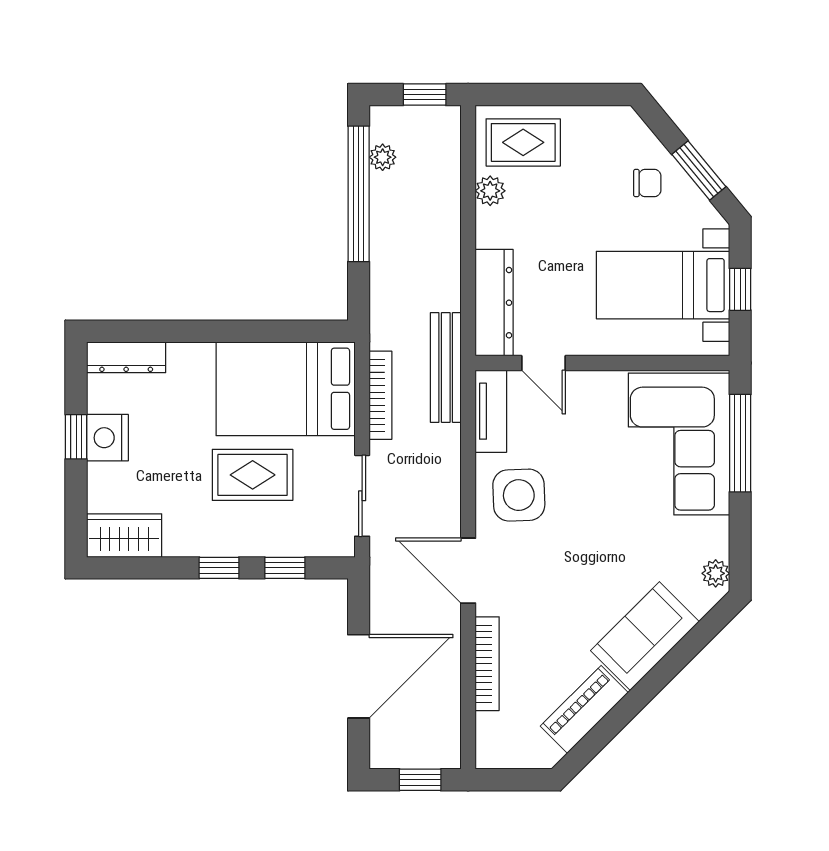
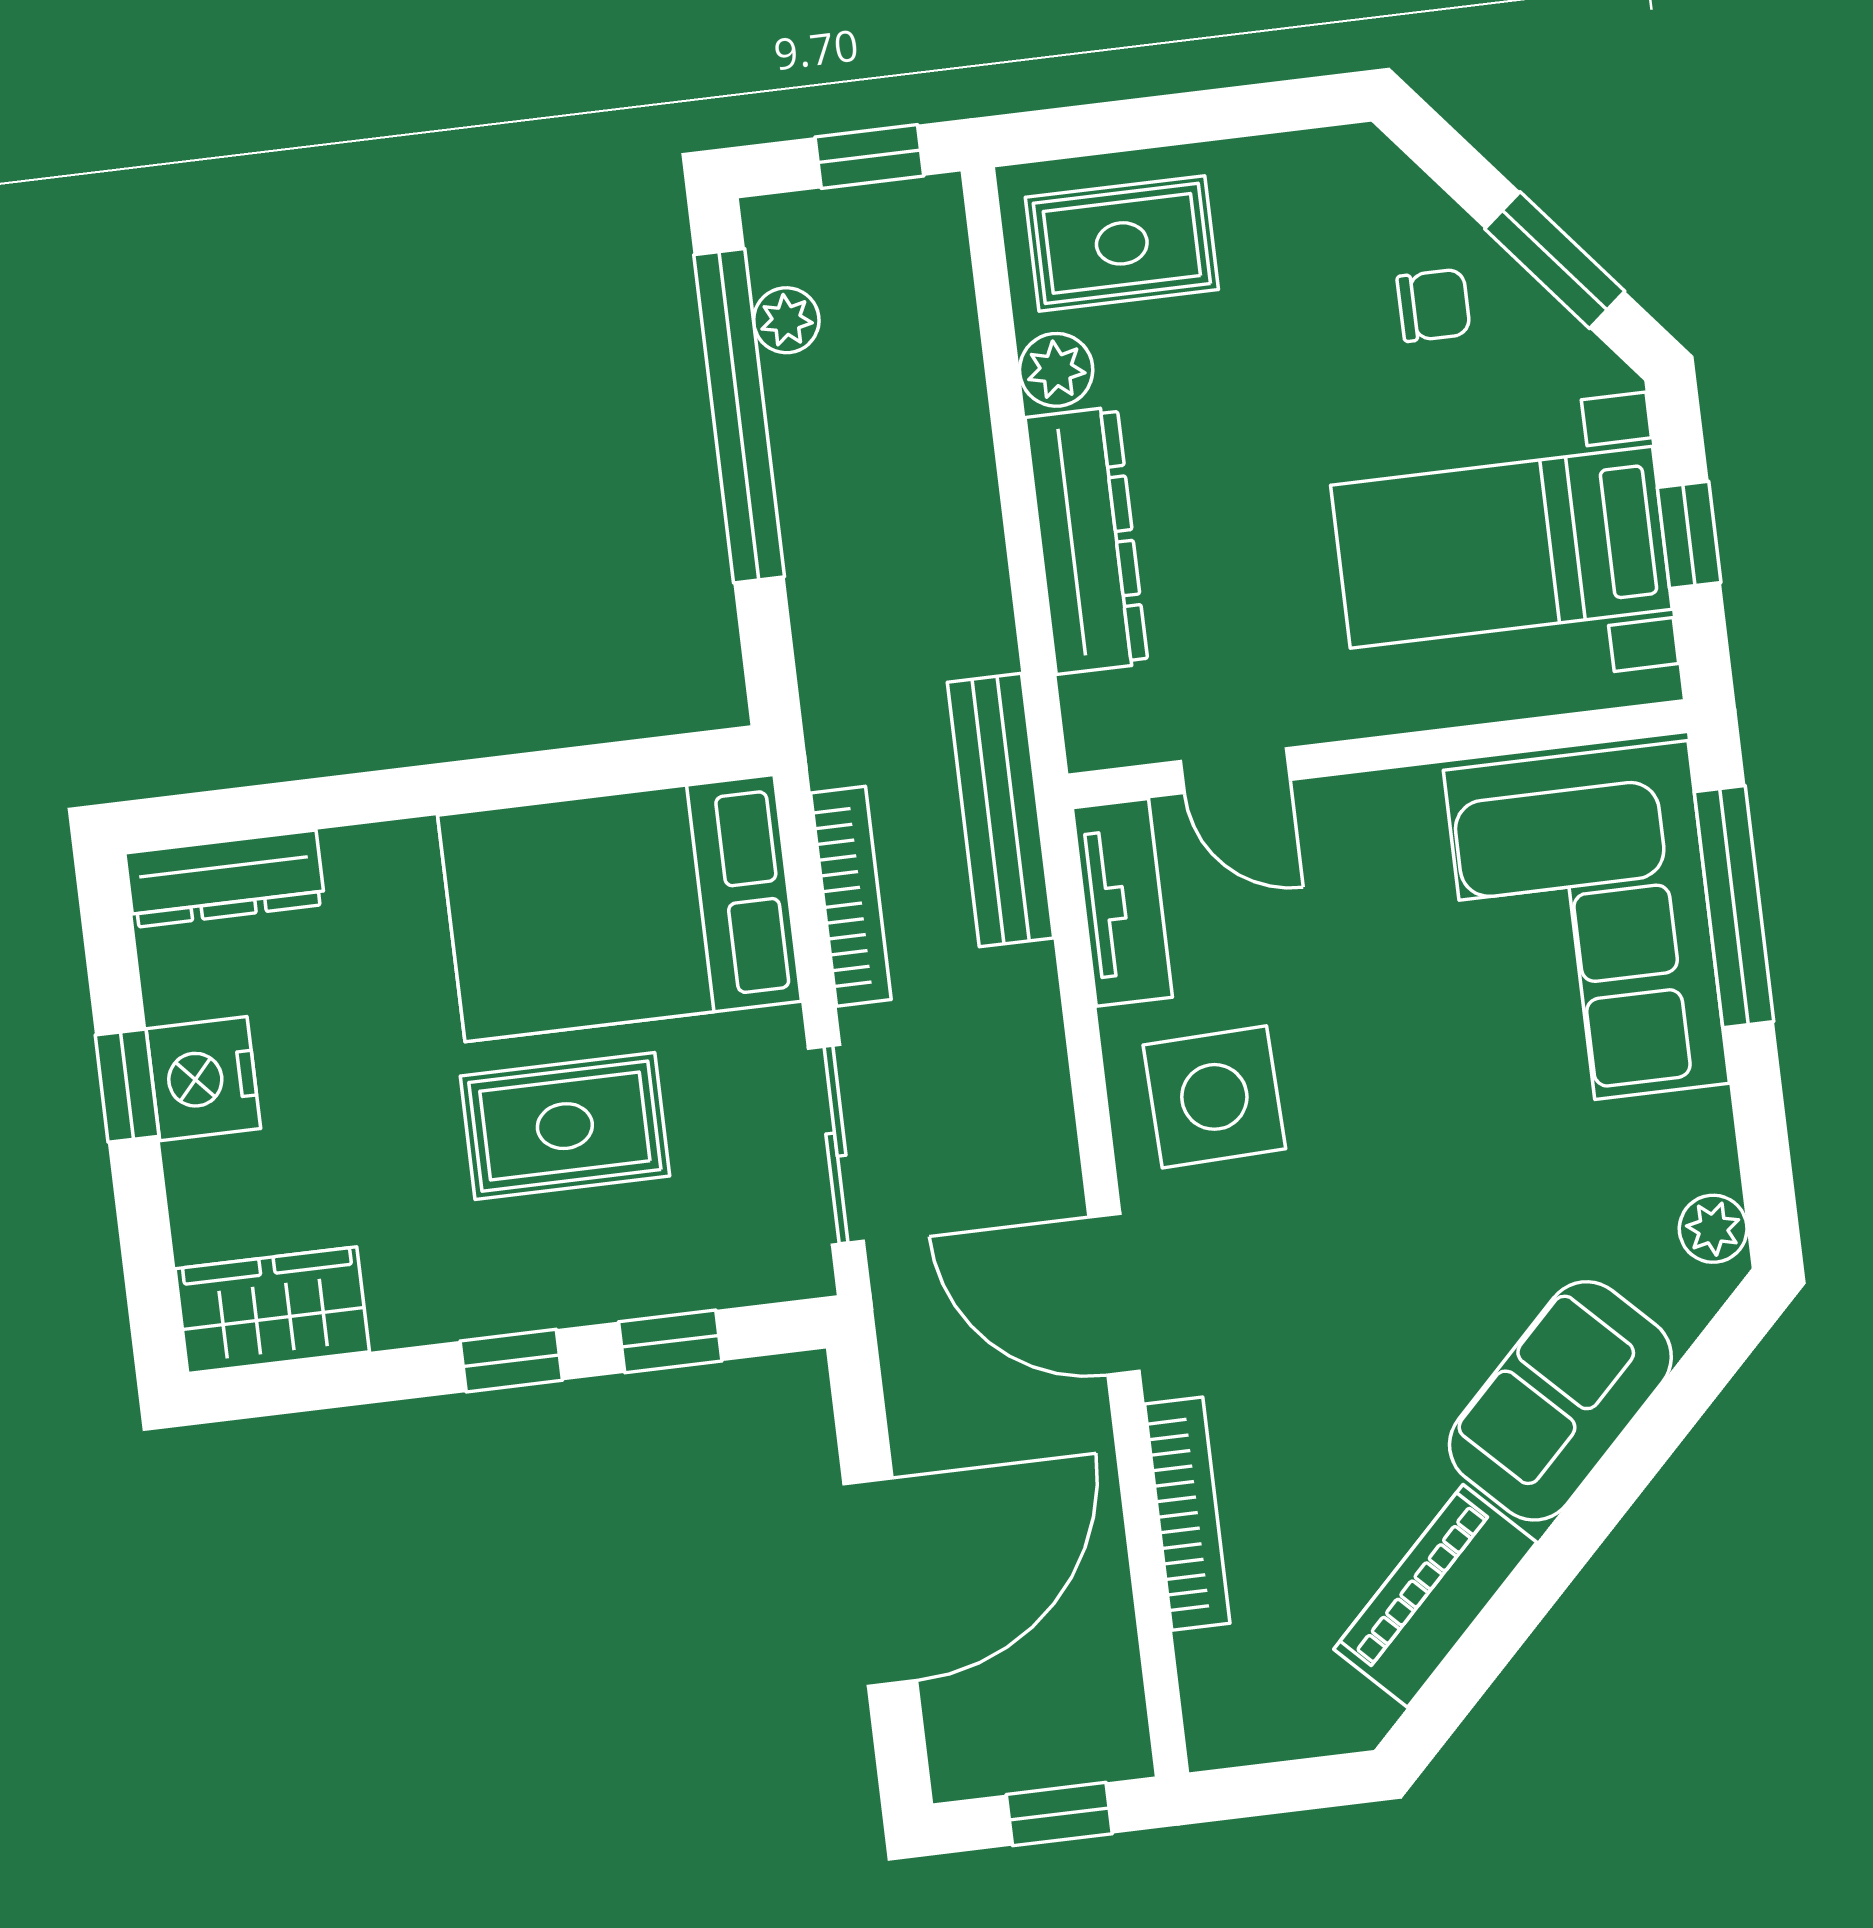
dresser: (494, 303) -> (1087, 540), moved

